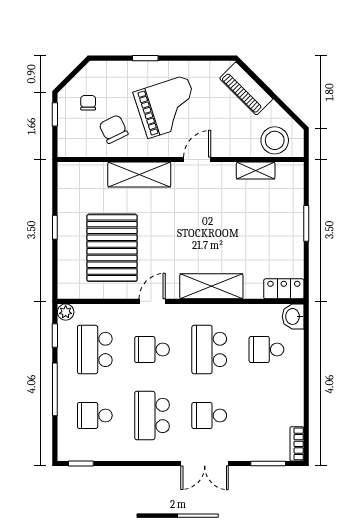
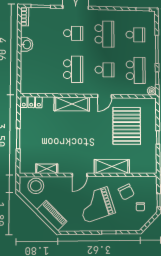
washbasin: (293, 316) -> (27, 44), moved
school desk: (266, 349) -> (41, 69), removed

